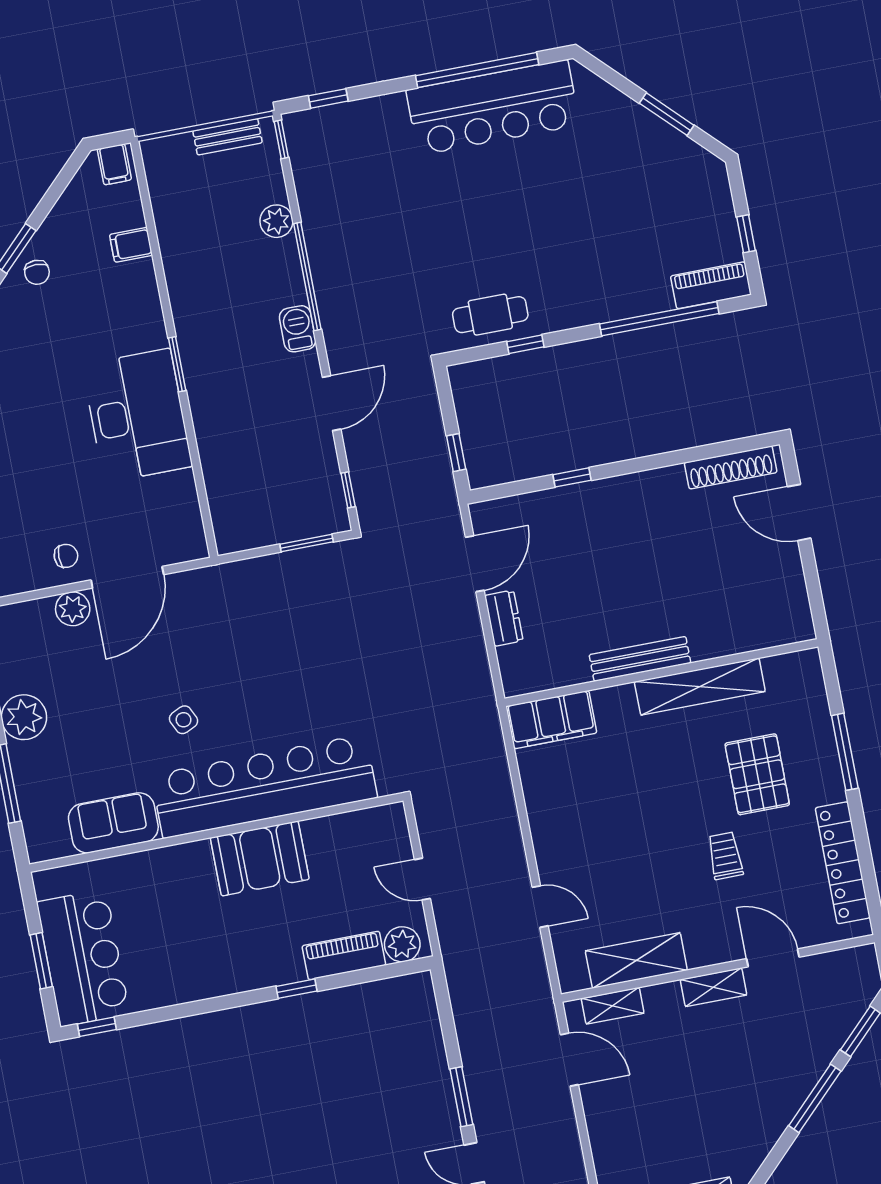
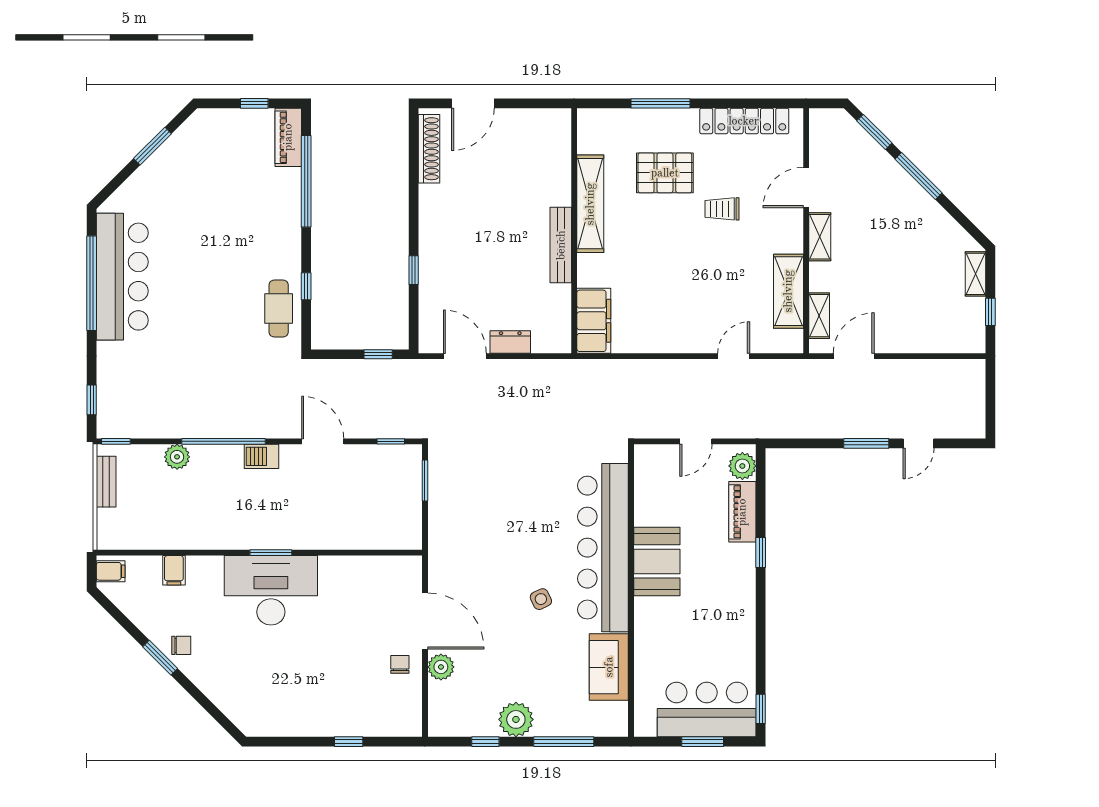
desk: (137, 416) -> (271, 590), moved

